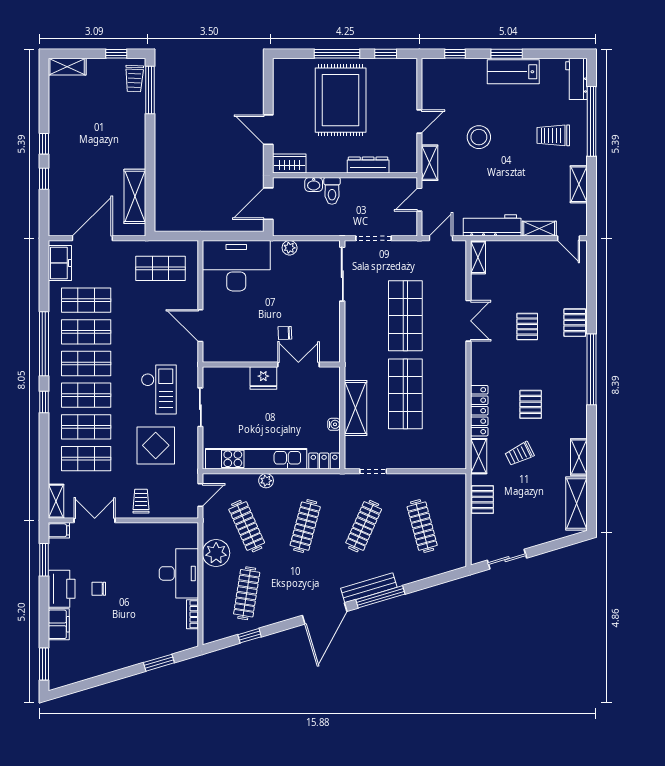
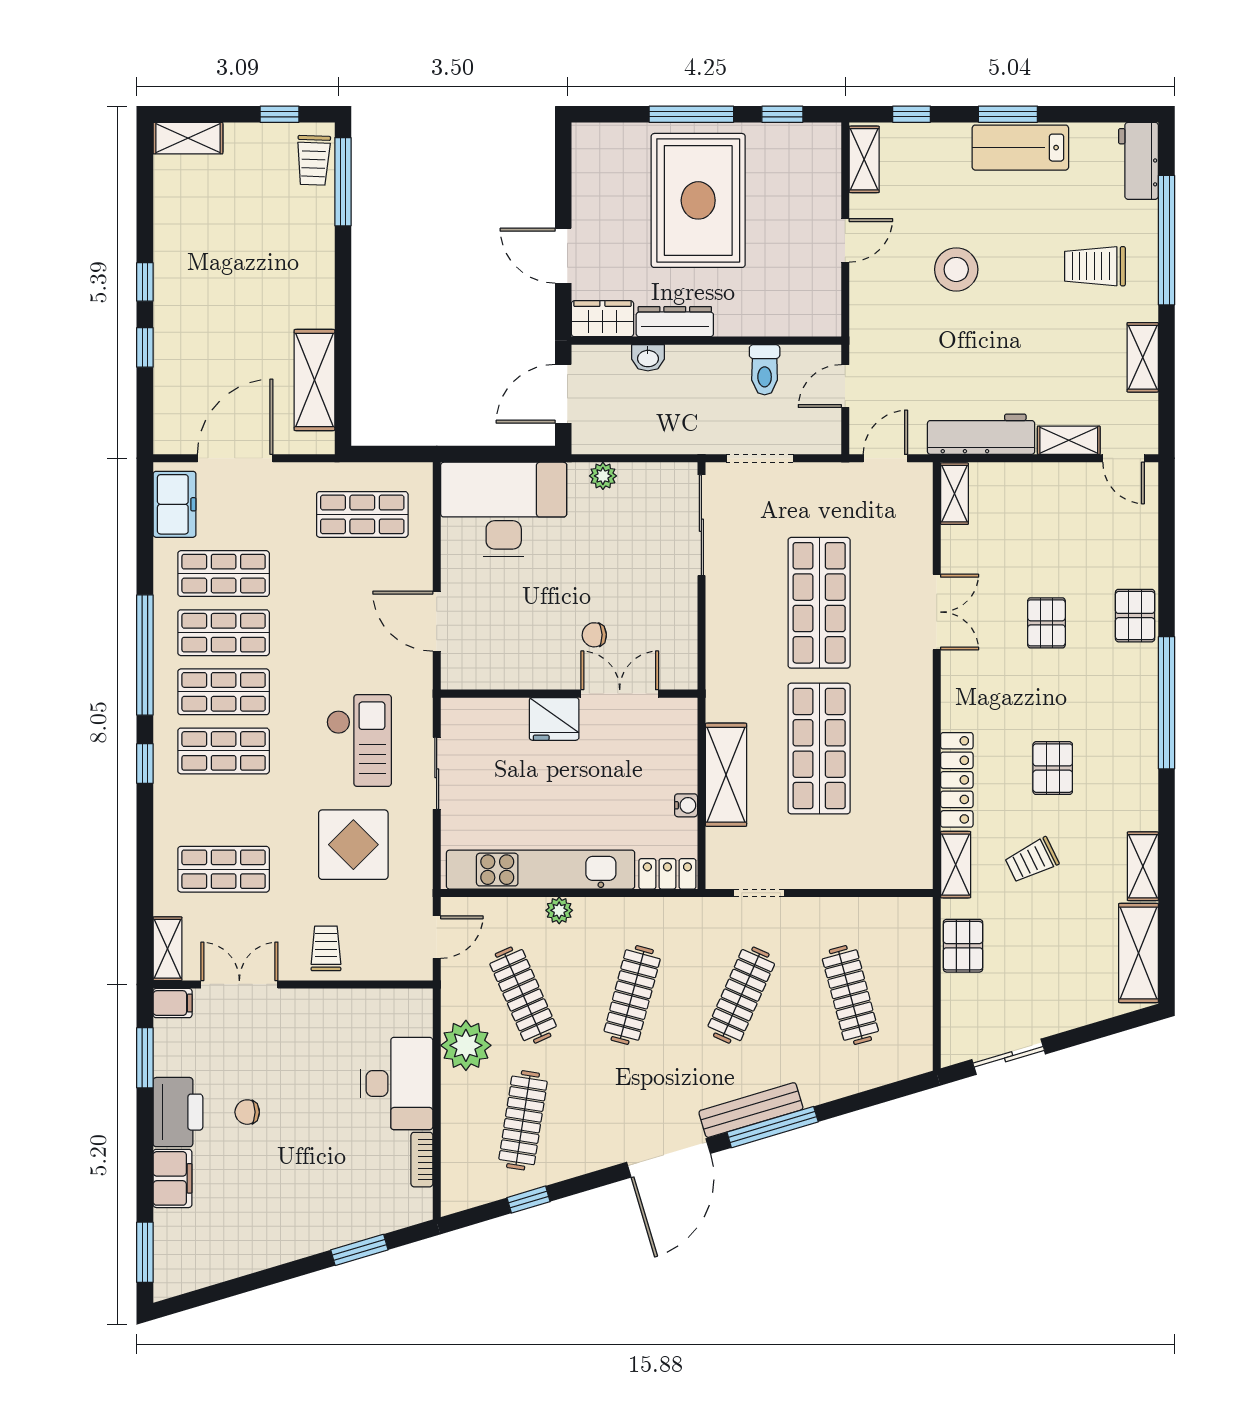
shelving: (430, 163) -> (864, 159), moved
dresser: (368, 165) -> (675, 322), moved
toilet: (332, 191) -> (765, 370), moved
shop shelf: (86, 427) -> (224, 810), removed

